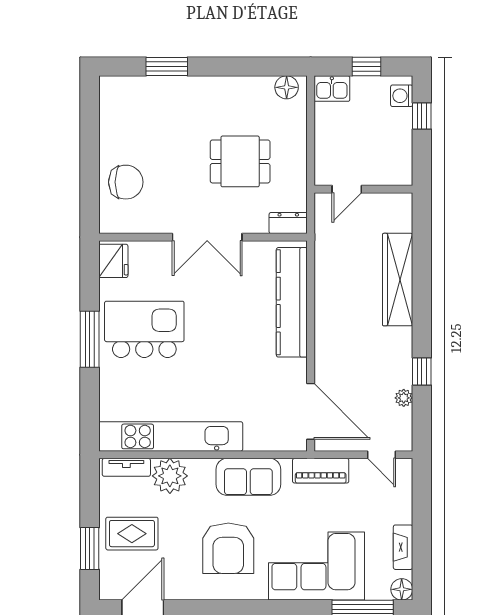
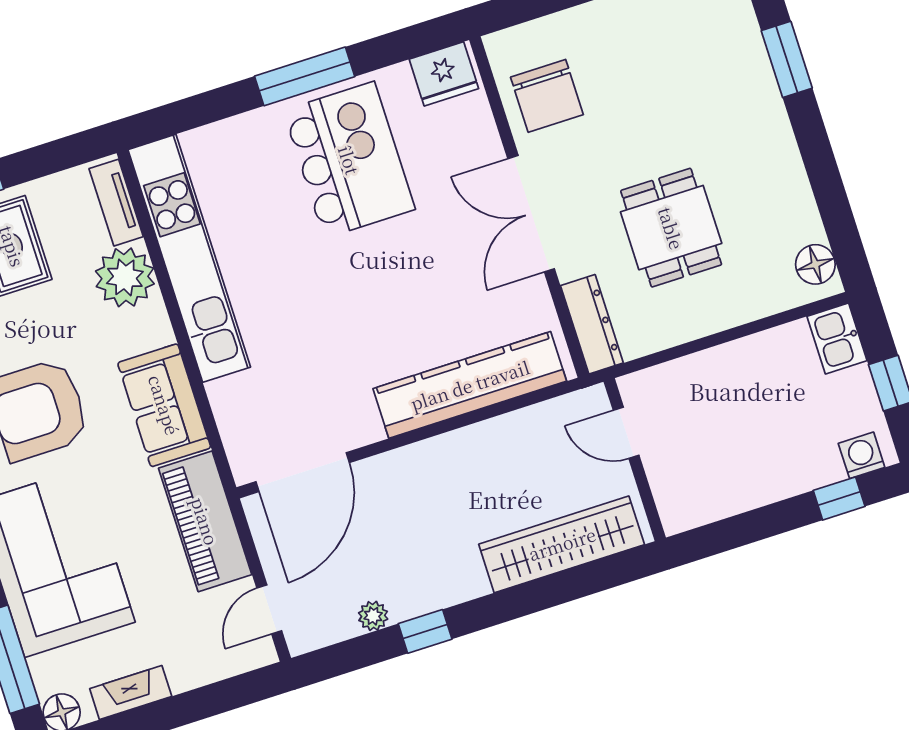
chair: (126, 182) -> (547, 96), moved
door: (347, 189) -> (626, 433), moved
wall: (363, 189) -> (635, 460), moved
dresser: (288, 223) -> (592, 324), width x1.44
piano: (321, 471) -> (205, 521), width x1.37, depth x1.33

